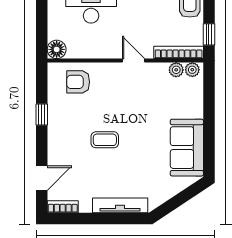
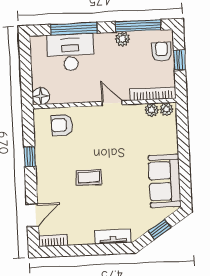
window: (209, 34) -> (179, 60), moved
window: (179, 200) -> (159, 229), added
tv unit: (120, 205) -> (113, 237), width x0.71

